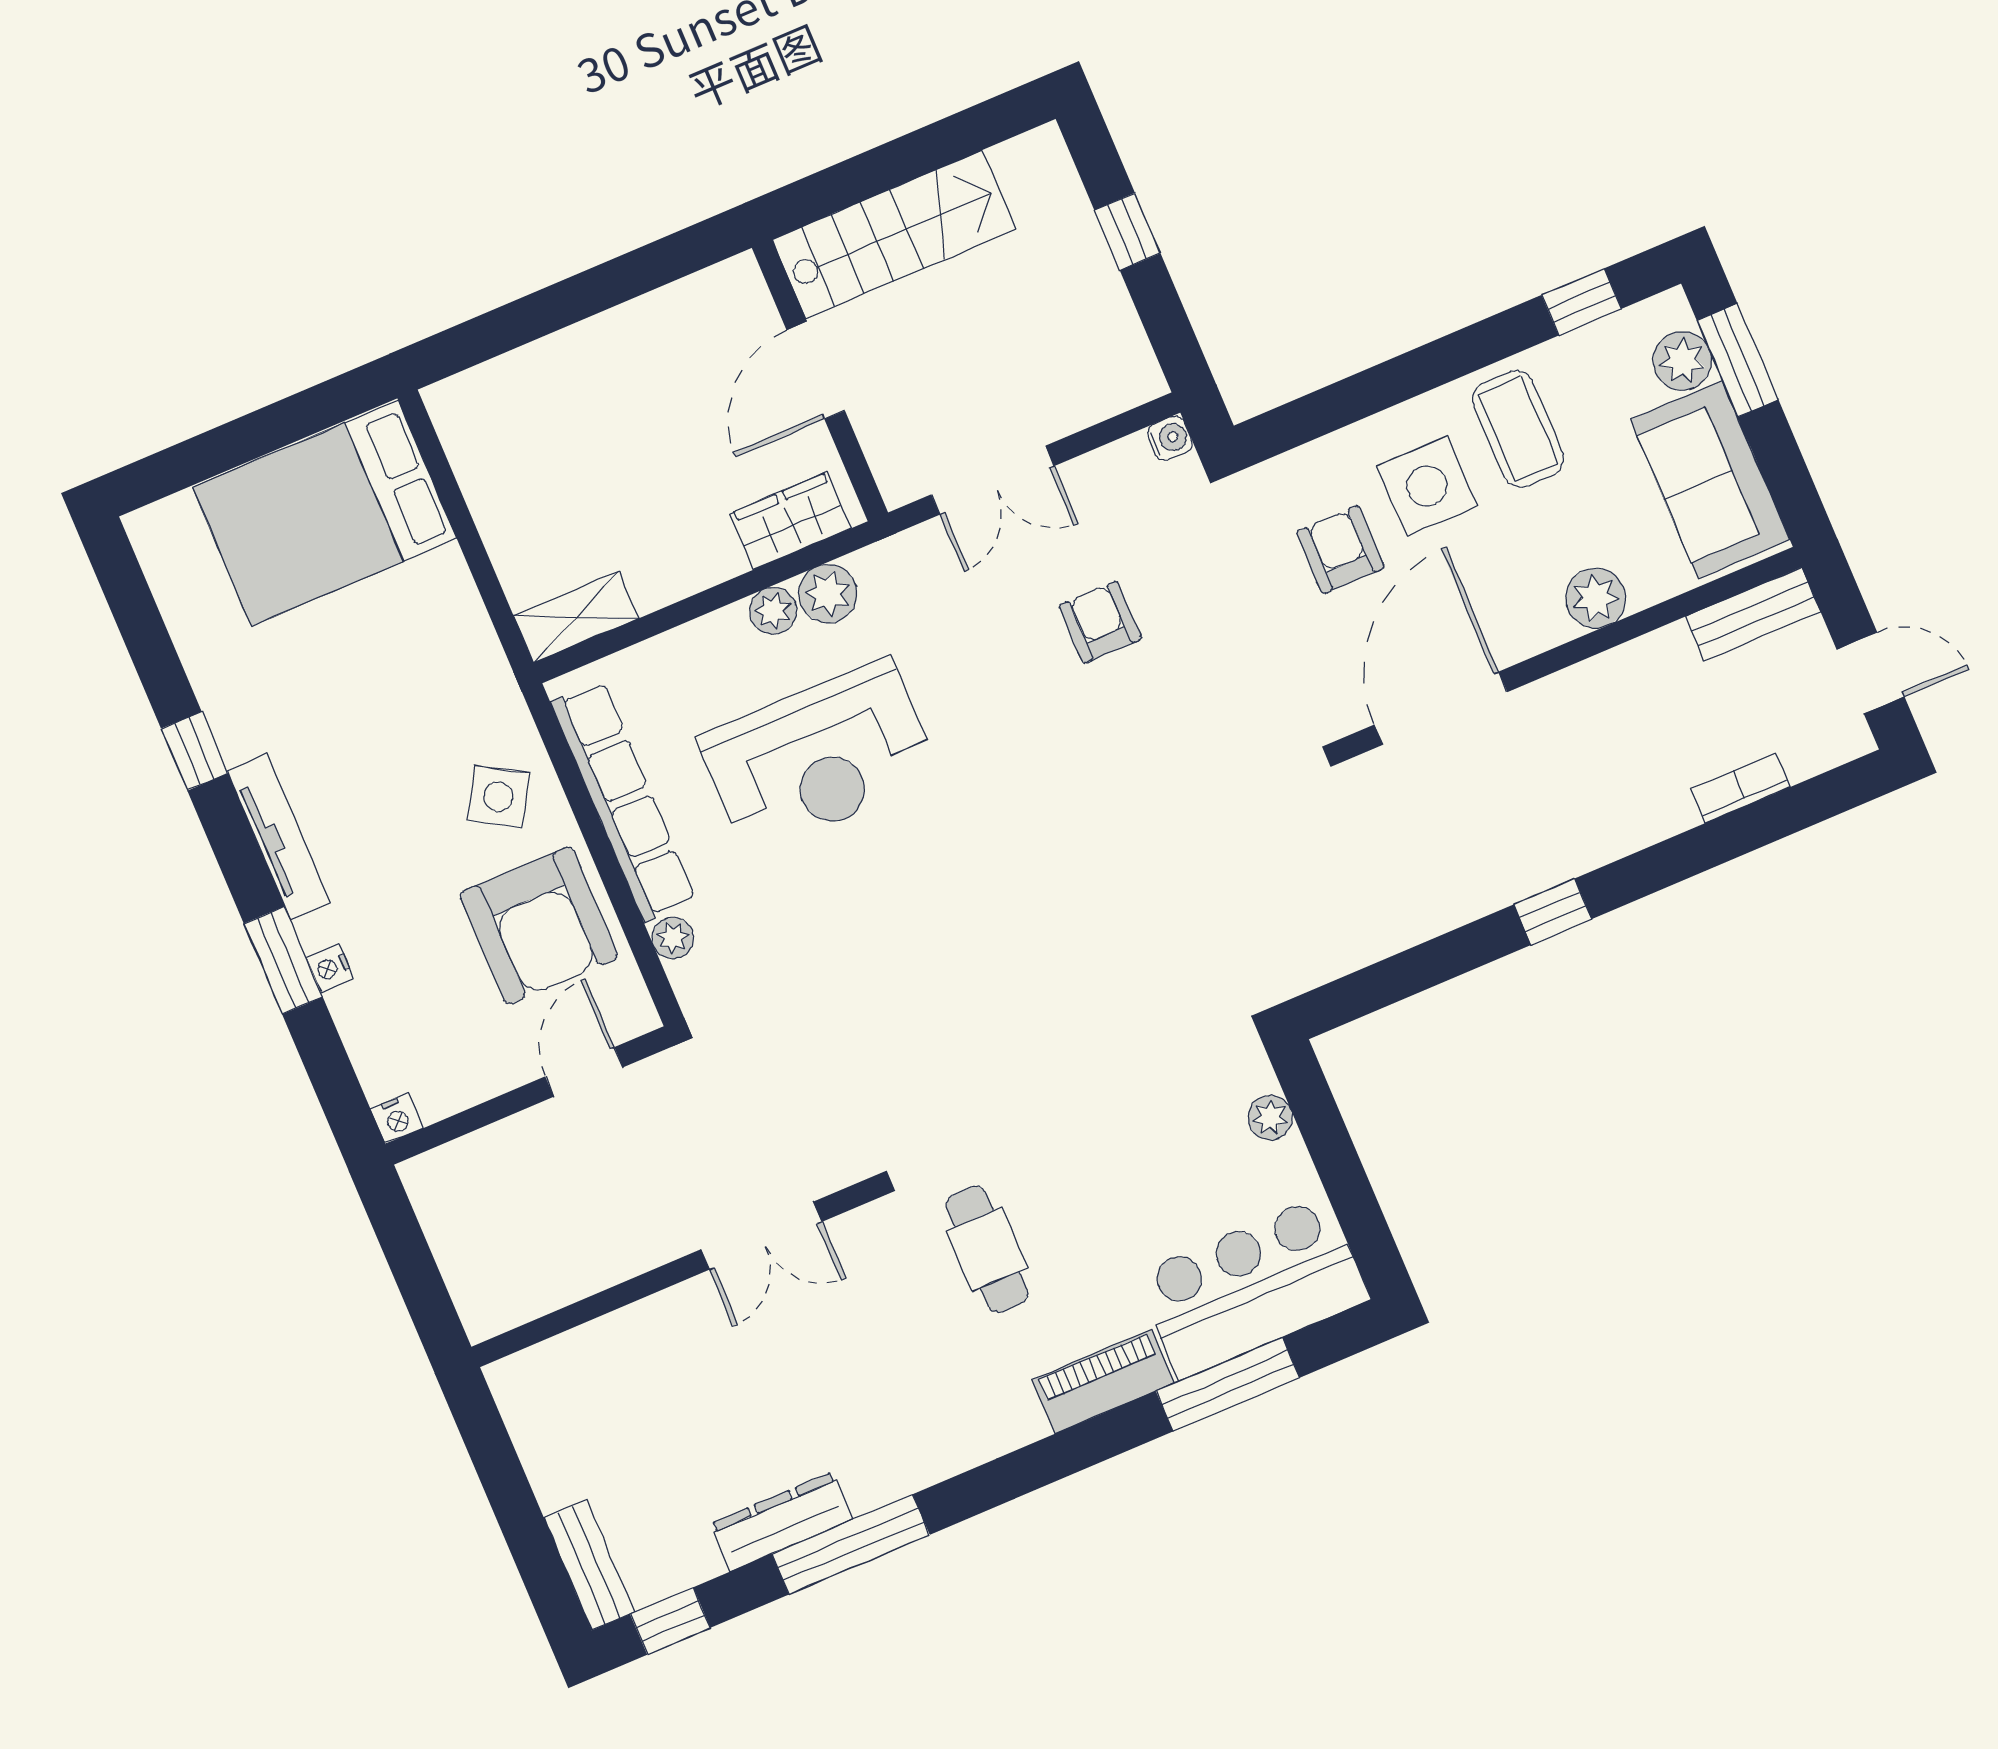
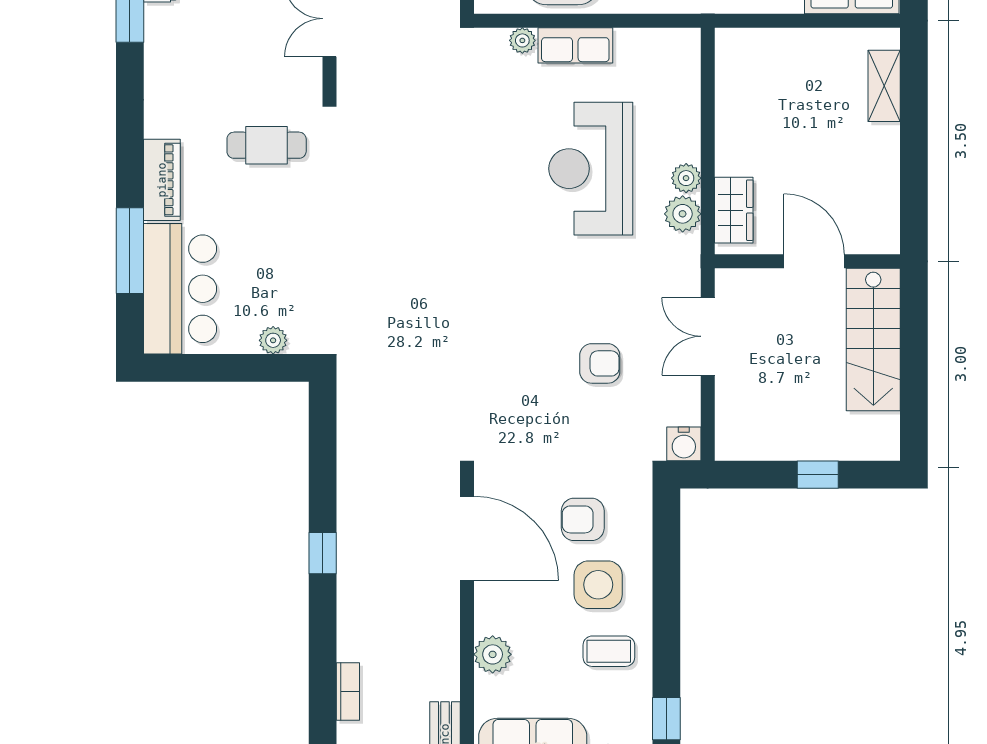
coffee table: (1518, 429) -> (609, 651), width x0.73, depth x0.77
water cooler: (1170, 438) -> (684, 444), width x1.38, depth x1.38
armchair: (1340, 550) -> (583, 519), turned 180
shelving: (576, 617) -> (884, 86), moved
row of seats: (623, 801) -> (575, 45), width x0.50

